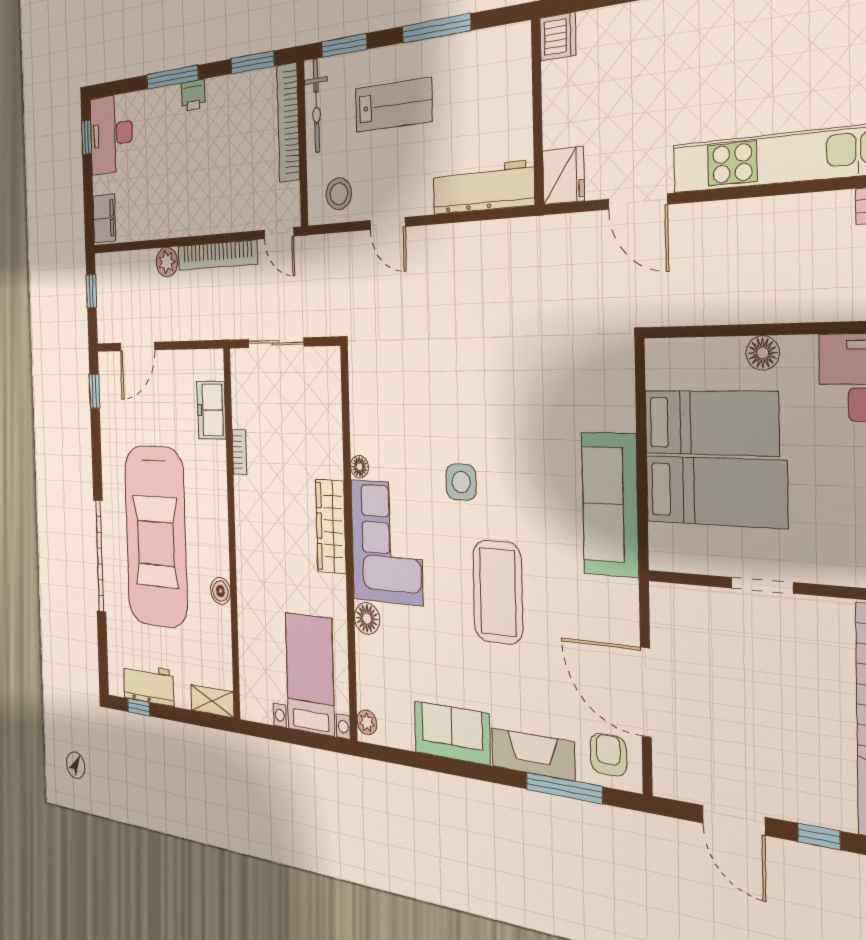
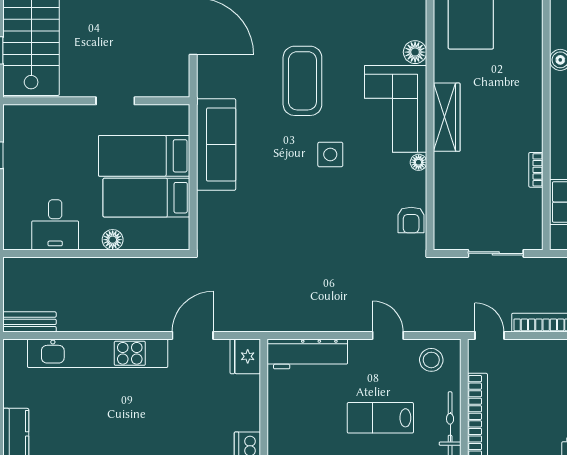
door: (638, 202) -> (193, 335), hinge flipped
armchair: (366, 387) -> (411, 220), added

